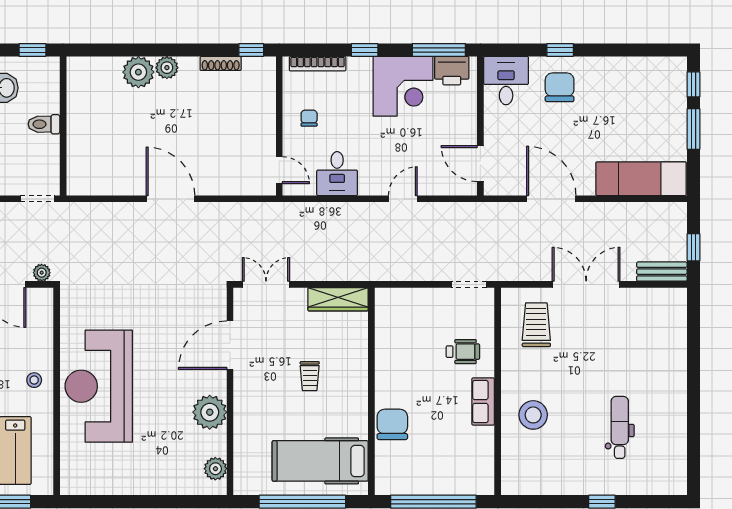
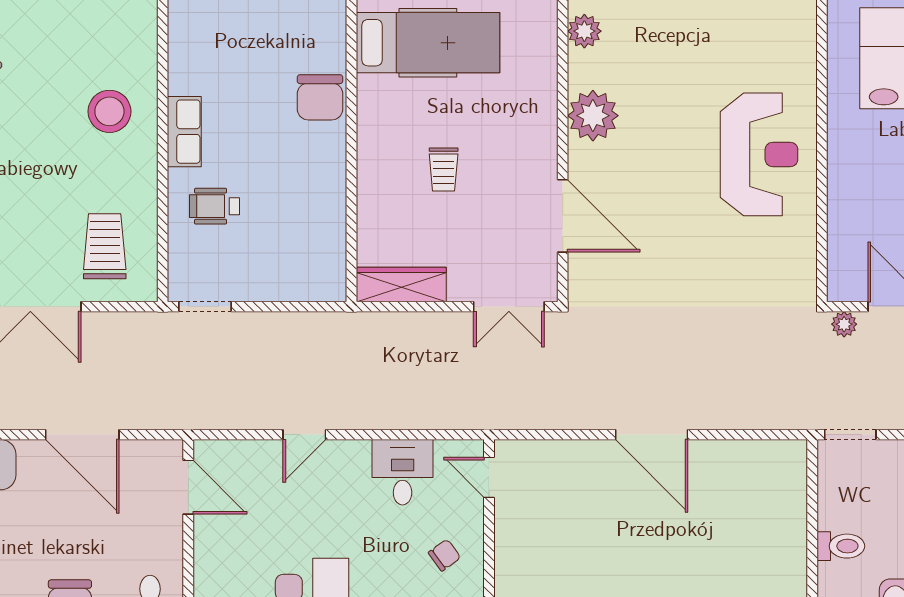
chair: (309, 118) -> (444, 555), turned -126
trolley: (536, 325) -> (105, 246), turned 180
door: (230, 345) -> (563, 216), hinge flipped
trolley: (310, 376) -> (444, 170), turned 180
stool: (34, 380) -> (855, 164), removed
reception desk: (99, 386) -> (759, 154), width x0.74, depth x0.77

